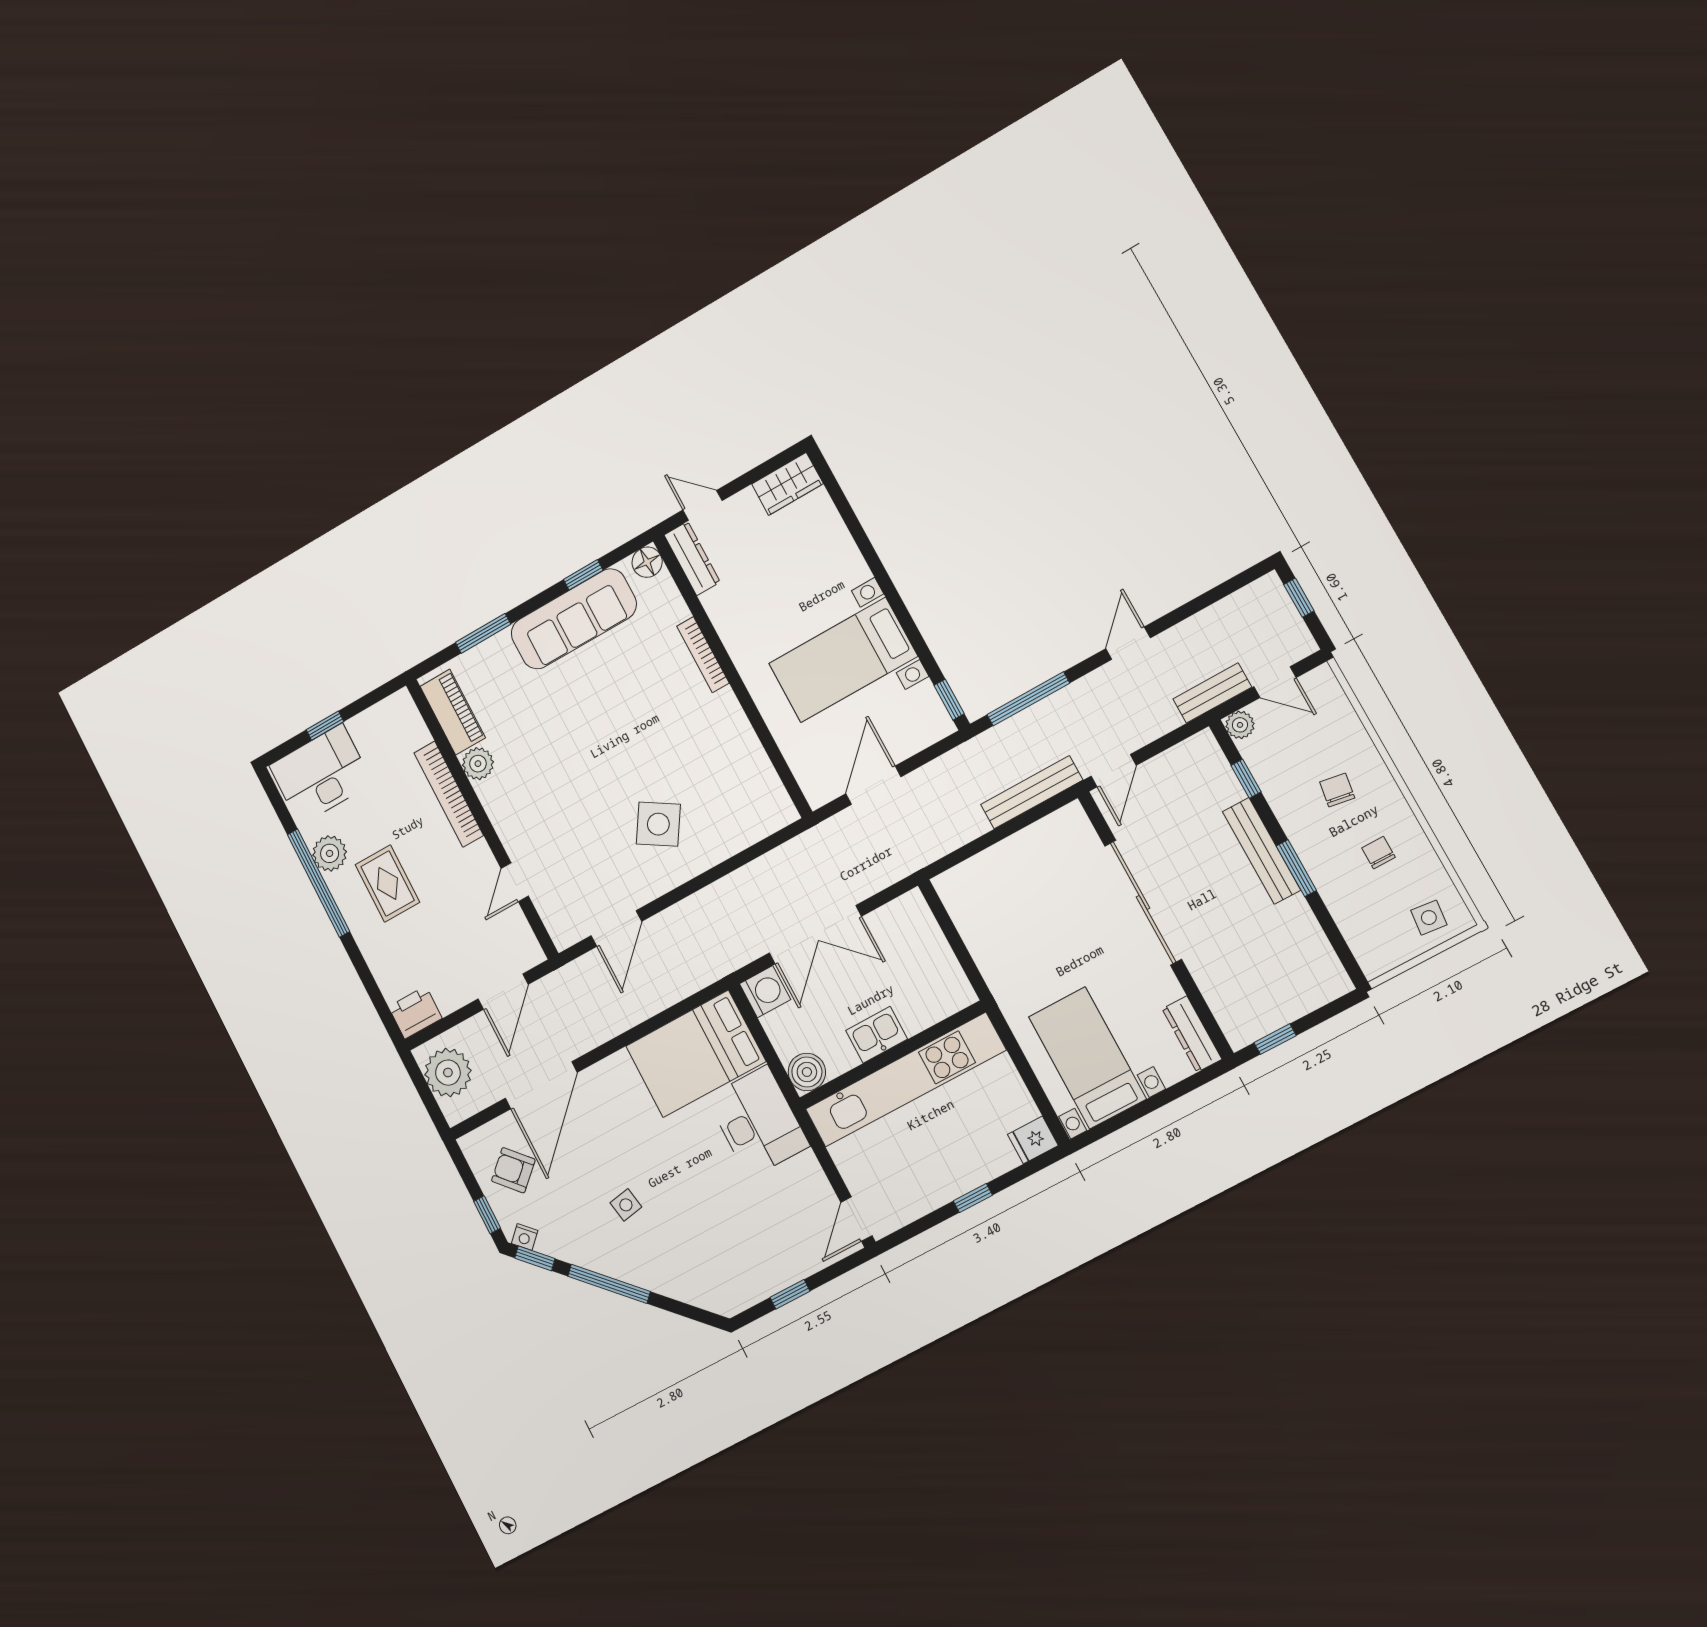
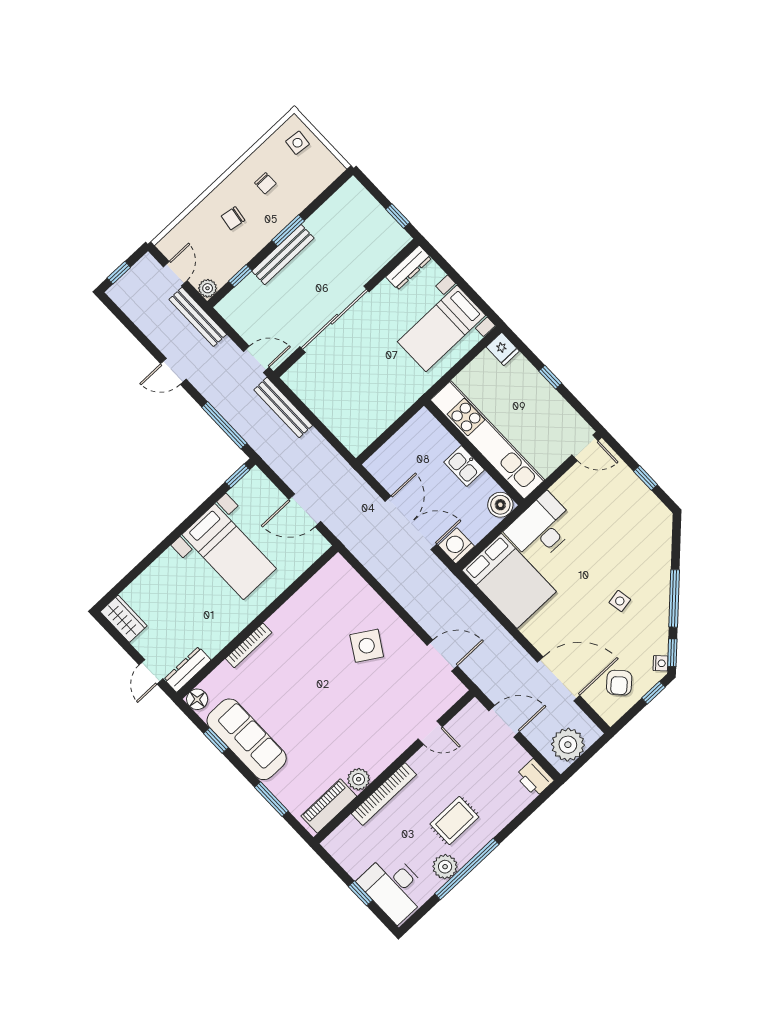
bench: (1212, 693) -> (198, 317), width x1.36
chair: (1379, 853) -> (265, 183), turned -90

